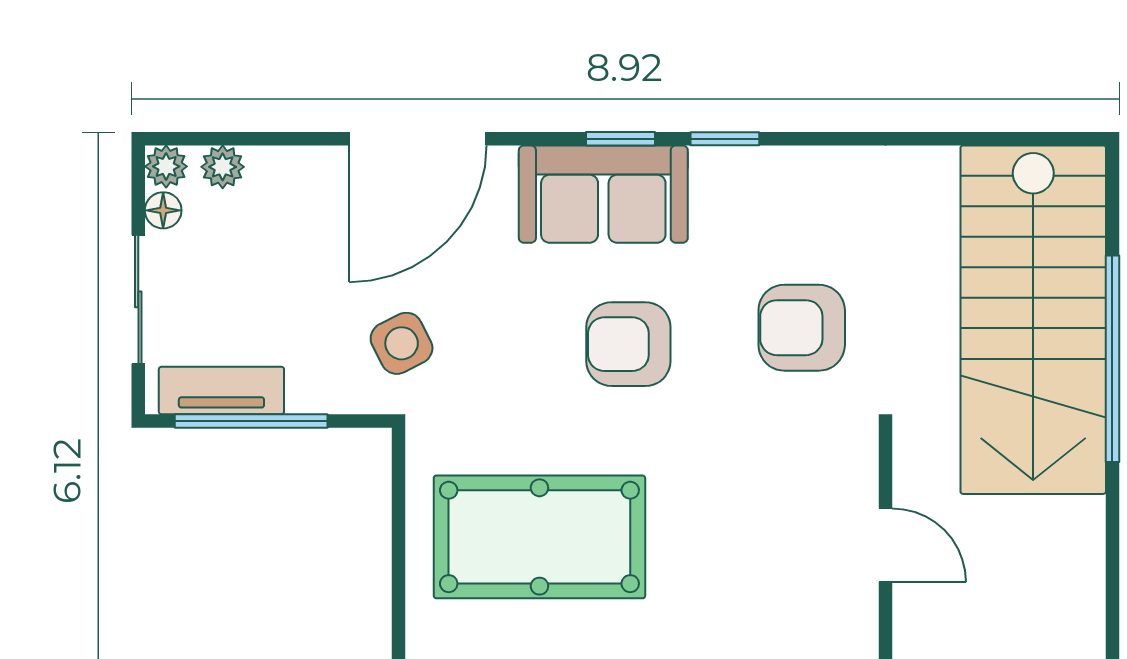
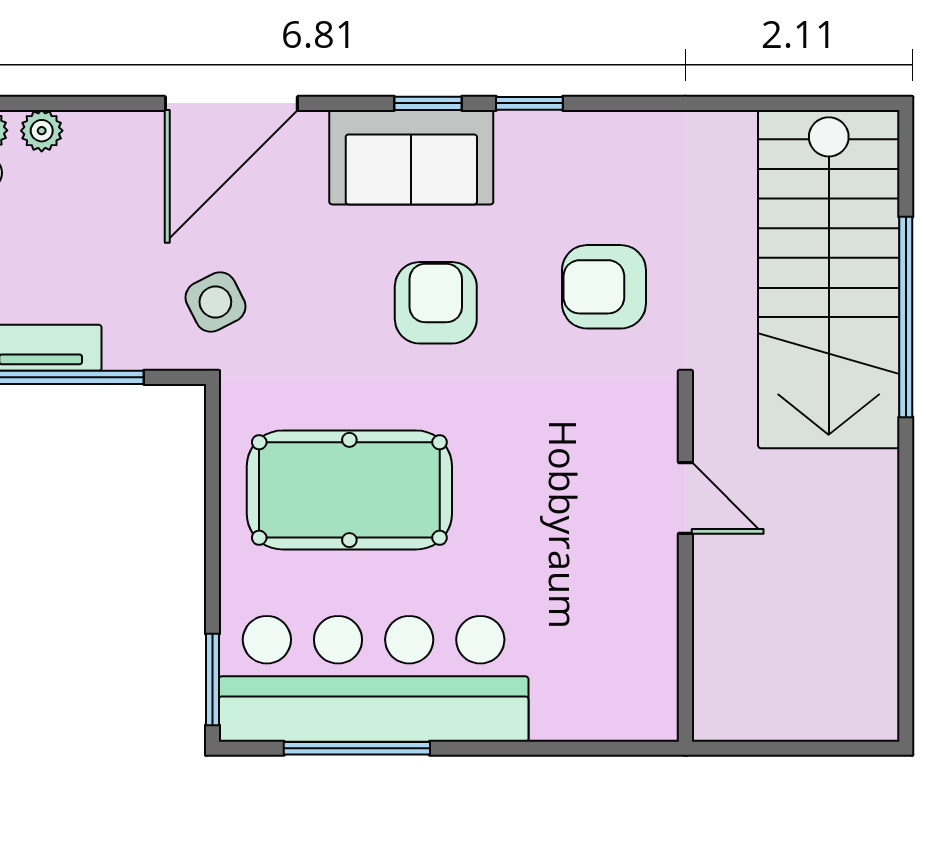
armchair: (628, 344) -> (436, 303), turned 90

